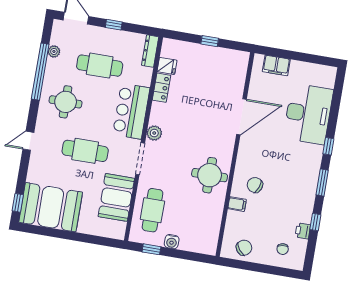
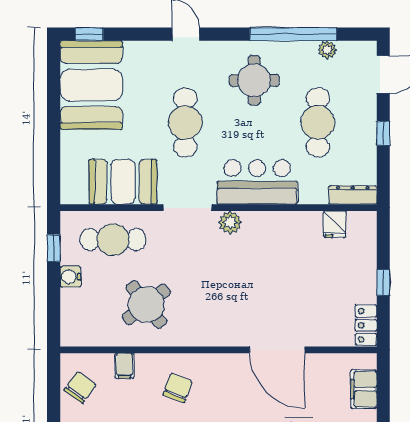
locker: (161, 88) -> (366, 325), moved, turned 90
round table: (210, 175) -> (146, 304), moved, turned -38
filing cabinet: (237, 204) -> (125, 366), moved
chair: (244, 248) -> (80, 388), turned -106

